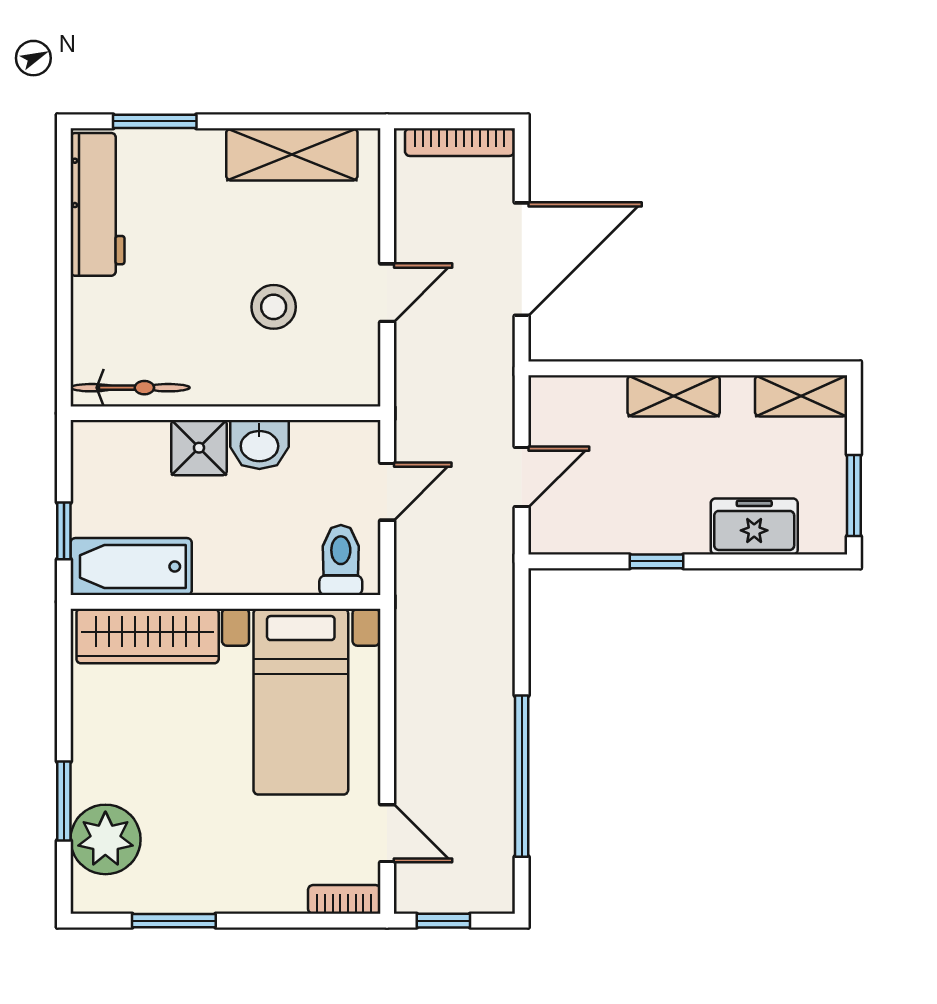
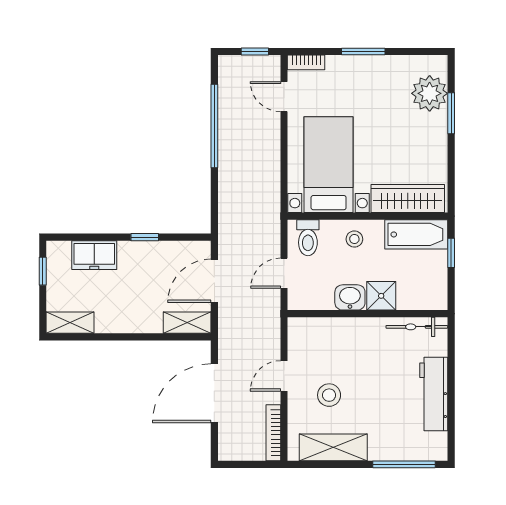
window: (155, 121) -> (404, 464), width x1.44
bookcase: (460, 142) -> (273, 433), moved, turned -90
workbench: (97, 204) -> (434, 394), moved
stool: (274, 307) -> (329, 395), moved
shelving: (674, 396) -> (187, 323), moved
door: (522, 477) -> (214, 281), width x1.38
window: (854, 496) -> (43, 271), width x0.67
stool: (251, 558) -> (354, 239), added
window: (174, 921) -> (363, 51), moved

